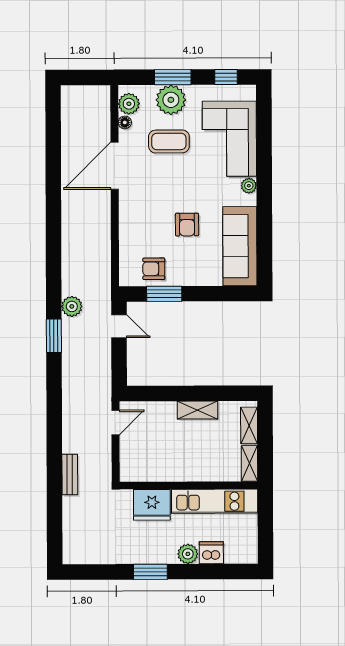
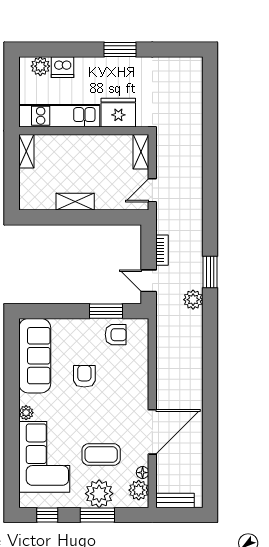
bookcase: (105, 359) -> (162, 250), added
shelving: (249, 425) -> (141, 152), moved
bench: (70, 475) -> (175, 500), moved, turned 90
plant: (188, 554) -> (40, 66), moved

